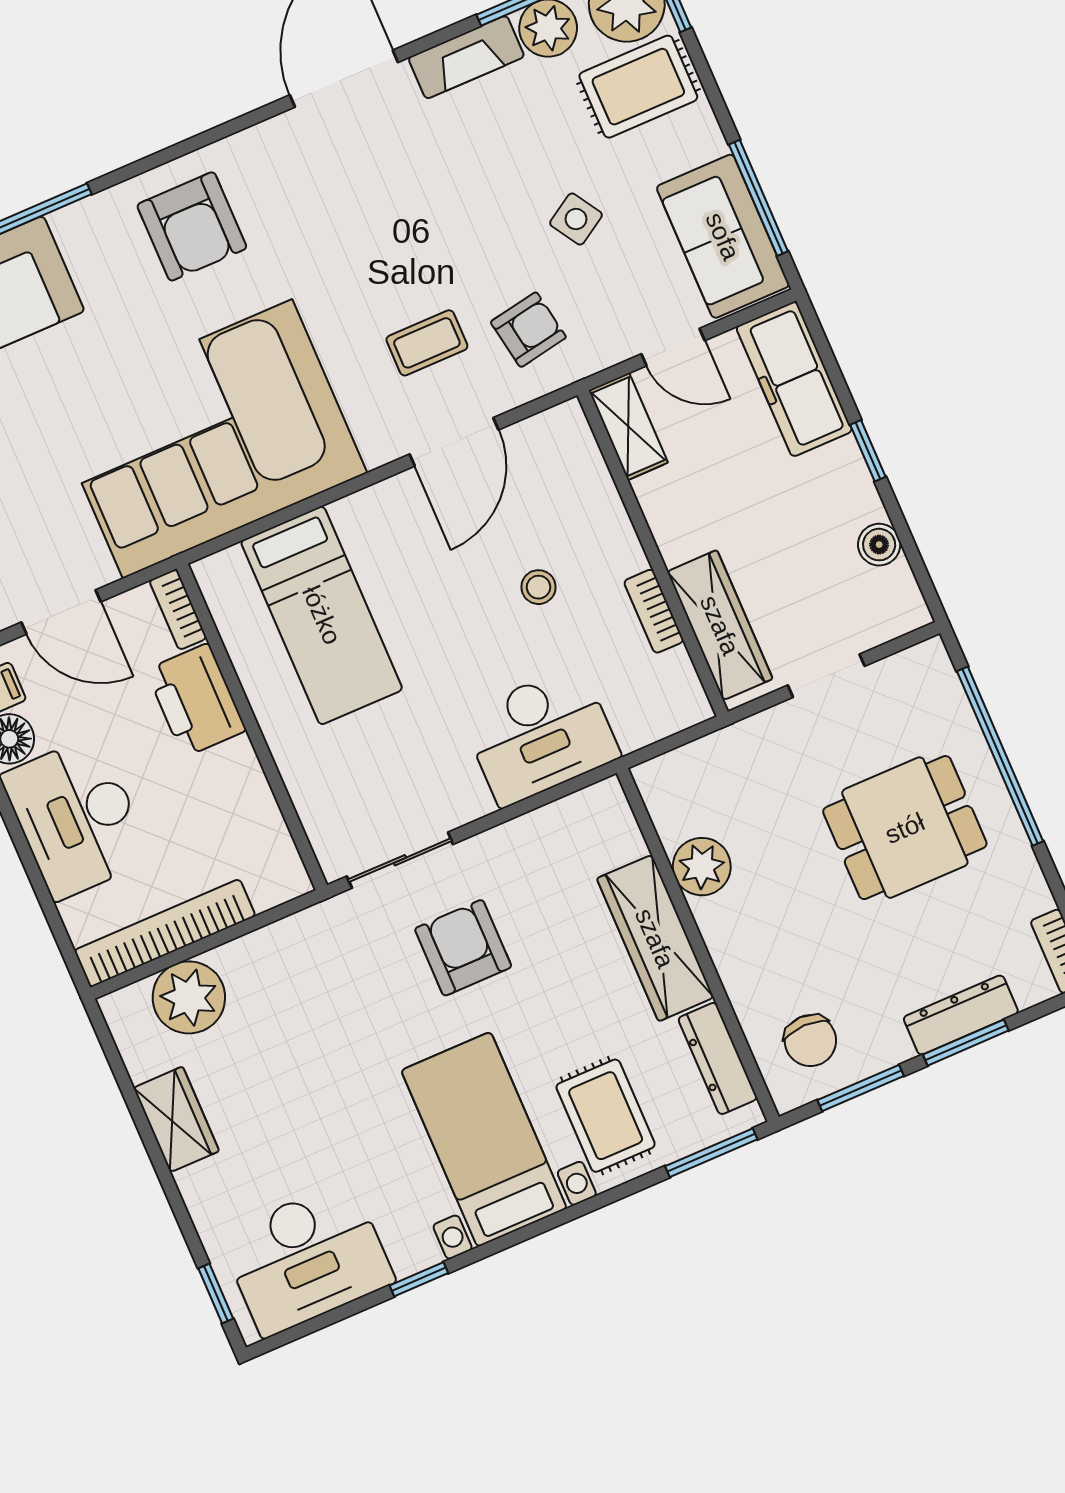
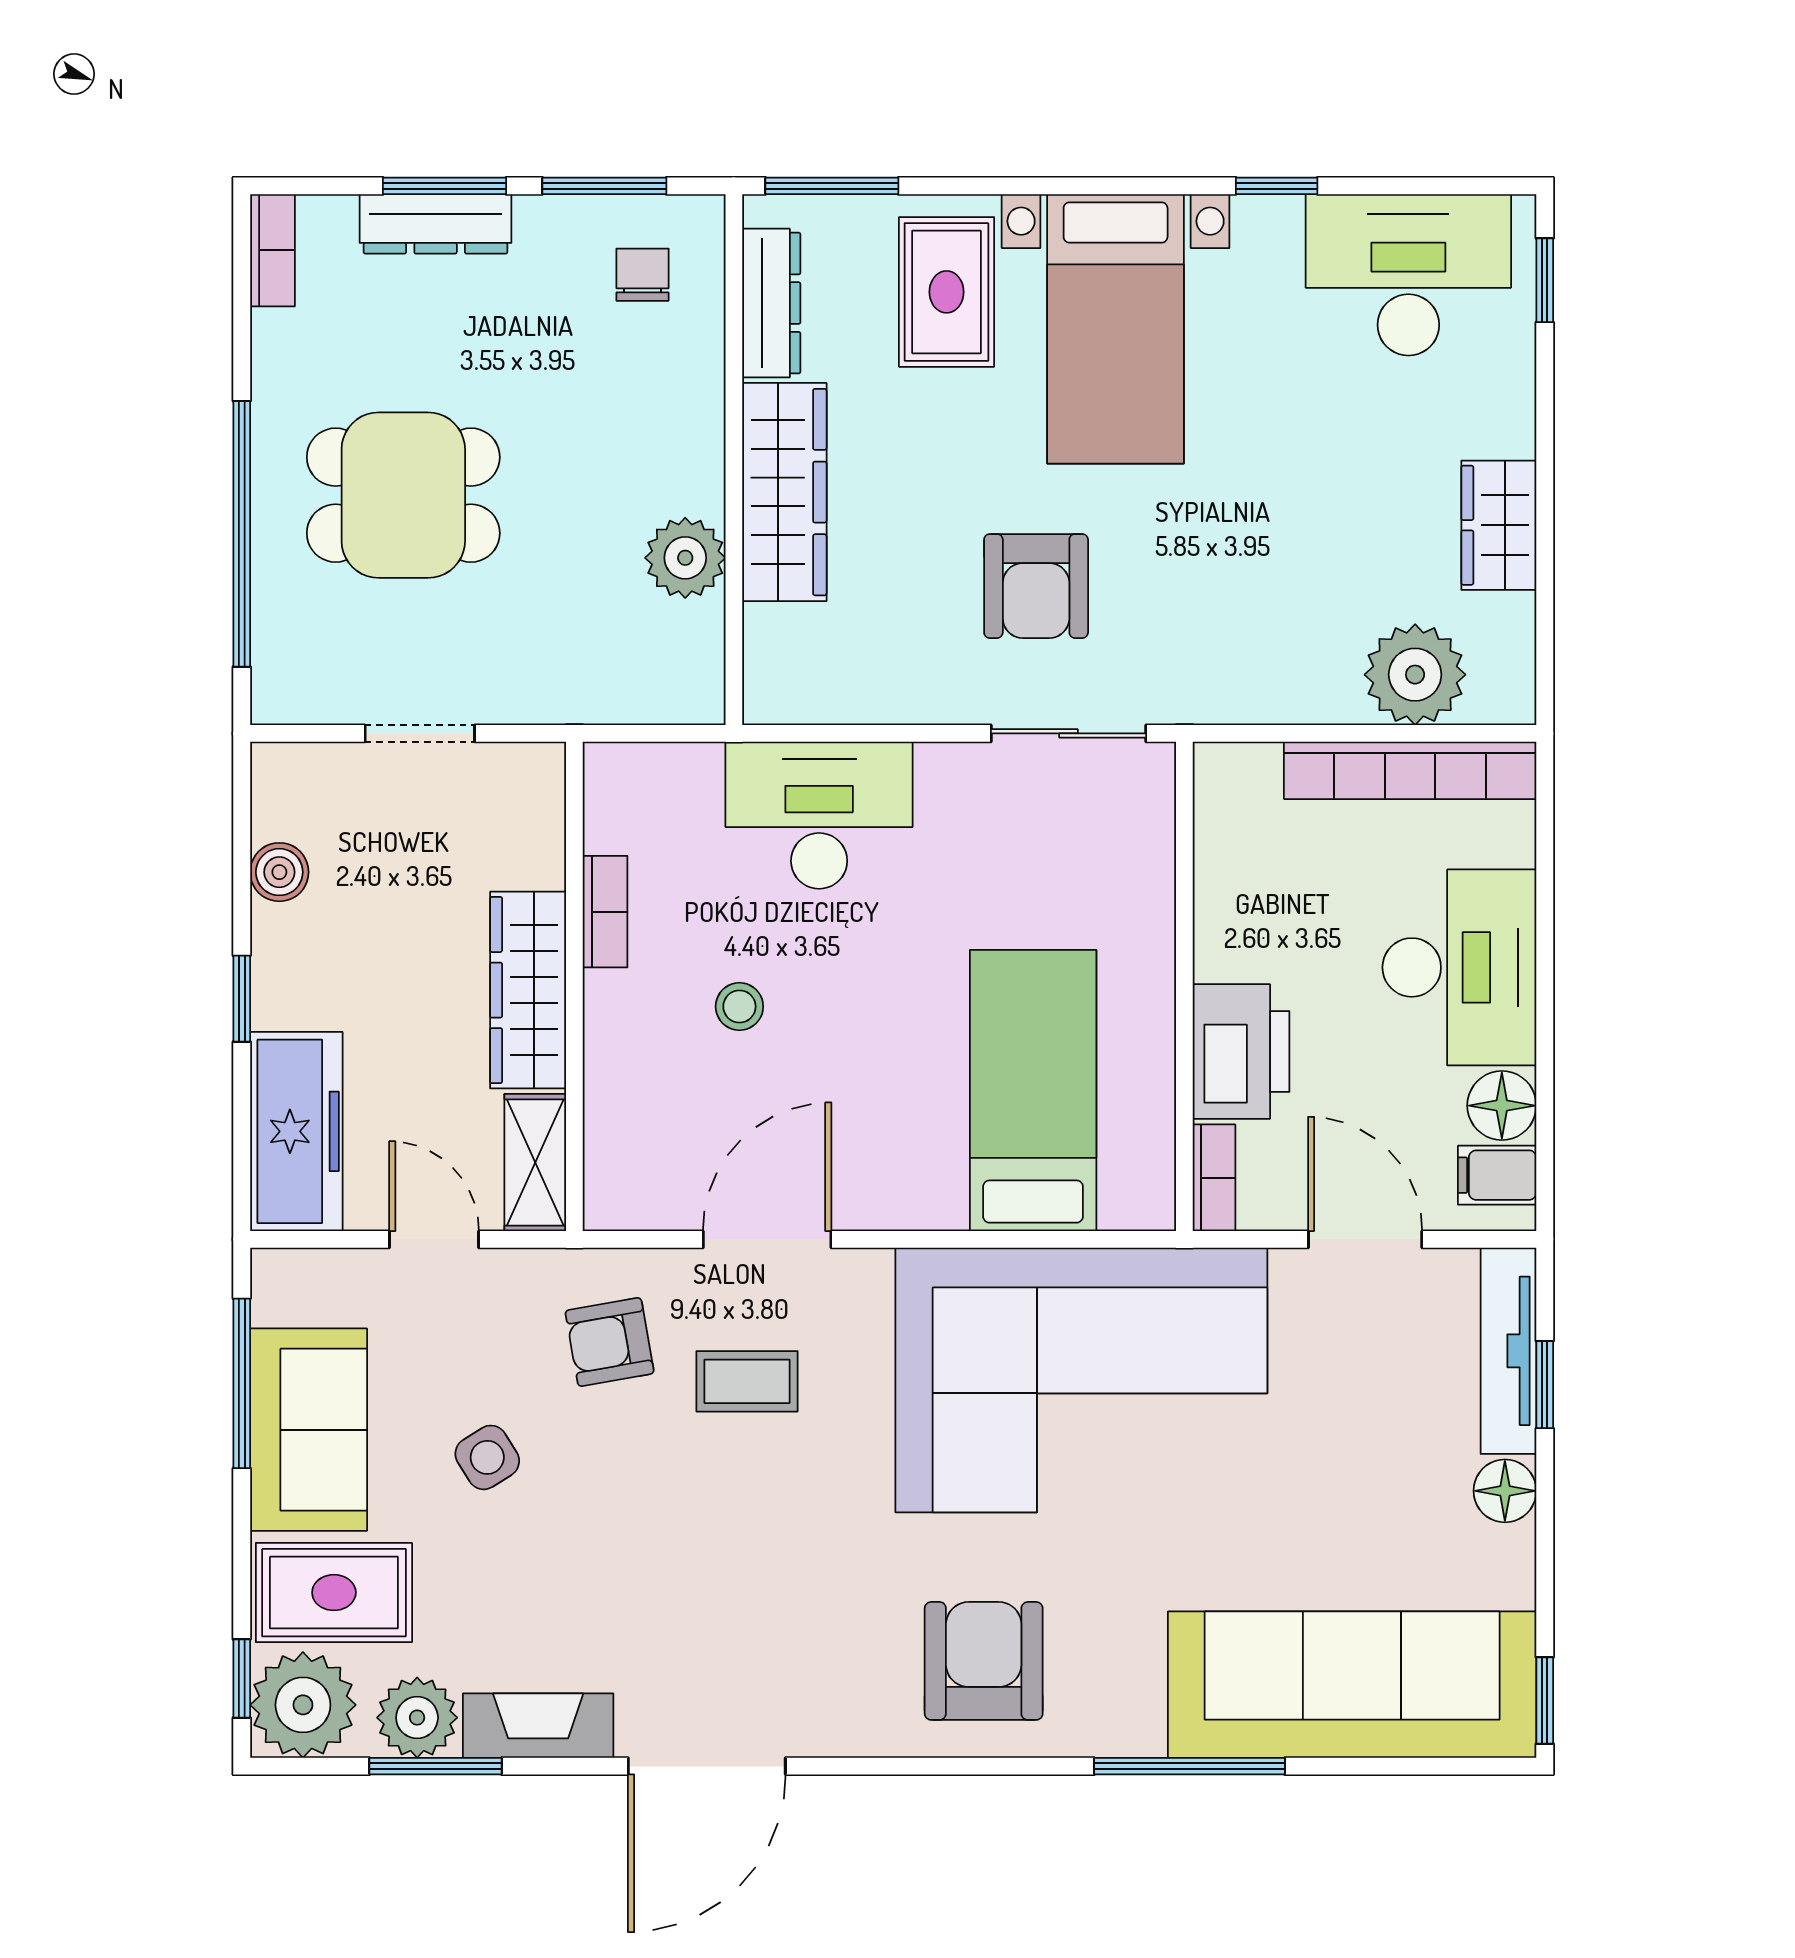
sofa: (723, 236) -> (309, 1430), moved
wardrobe: (720, 625) -> (528, 990), moved
chair: (810, 1041) -> (643, 275), width x0.73, depth x0.73

